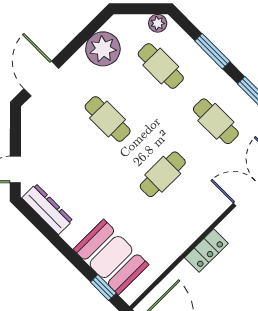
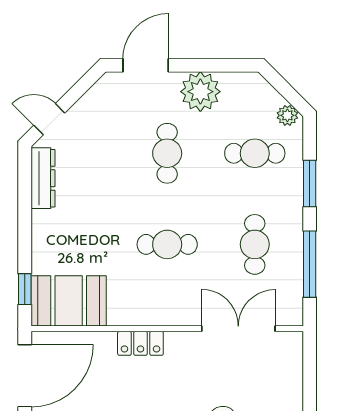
plant: (103, 49) -> (200, 92), moved
cafe table: (161, 66) -> (255, 153), turned 90
booth: (111, 257) -> (69, 301), moved, turned 90

